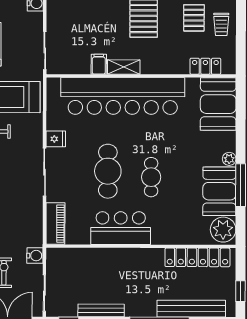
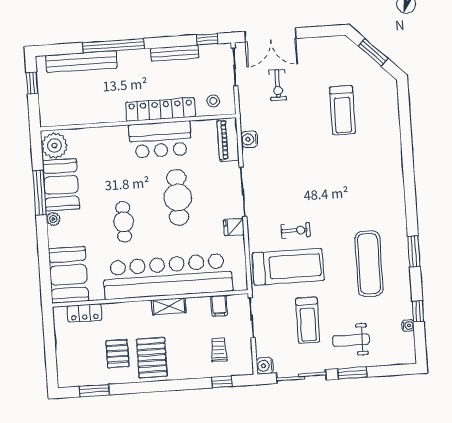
pallet: (194, 18) -> (117, 354), moved
trolley: (221, 24) -> (219, 350), moved
filing cabinet: (99, 64) -> (219, 306), moved
cafe table: (151, 177) -> (124, 222), moved
water cooler: (35, 256) -> (249, 139), moved
locker: (197, 257) -> (161, 109), moved
stool: (67, 262) -> (213, 101), added

